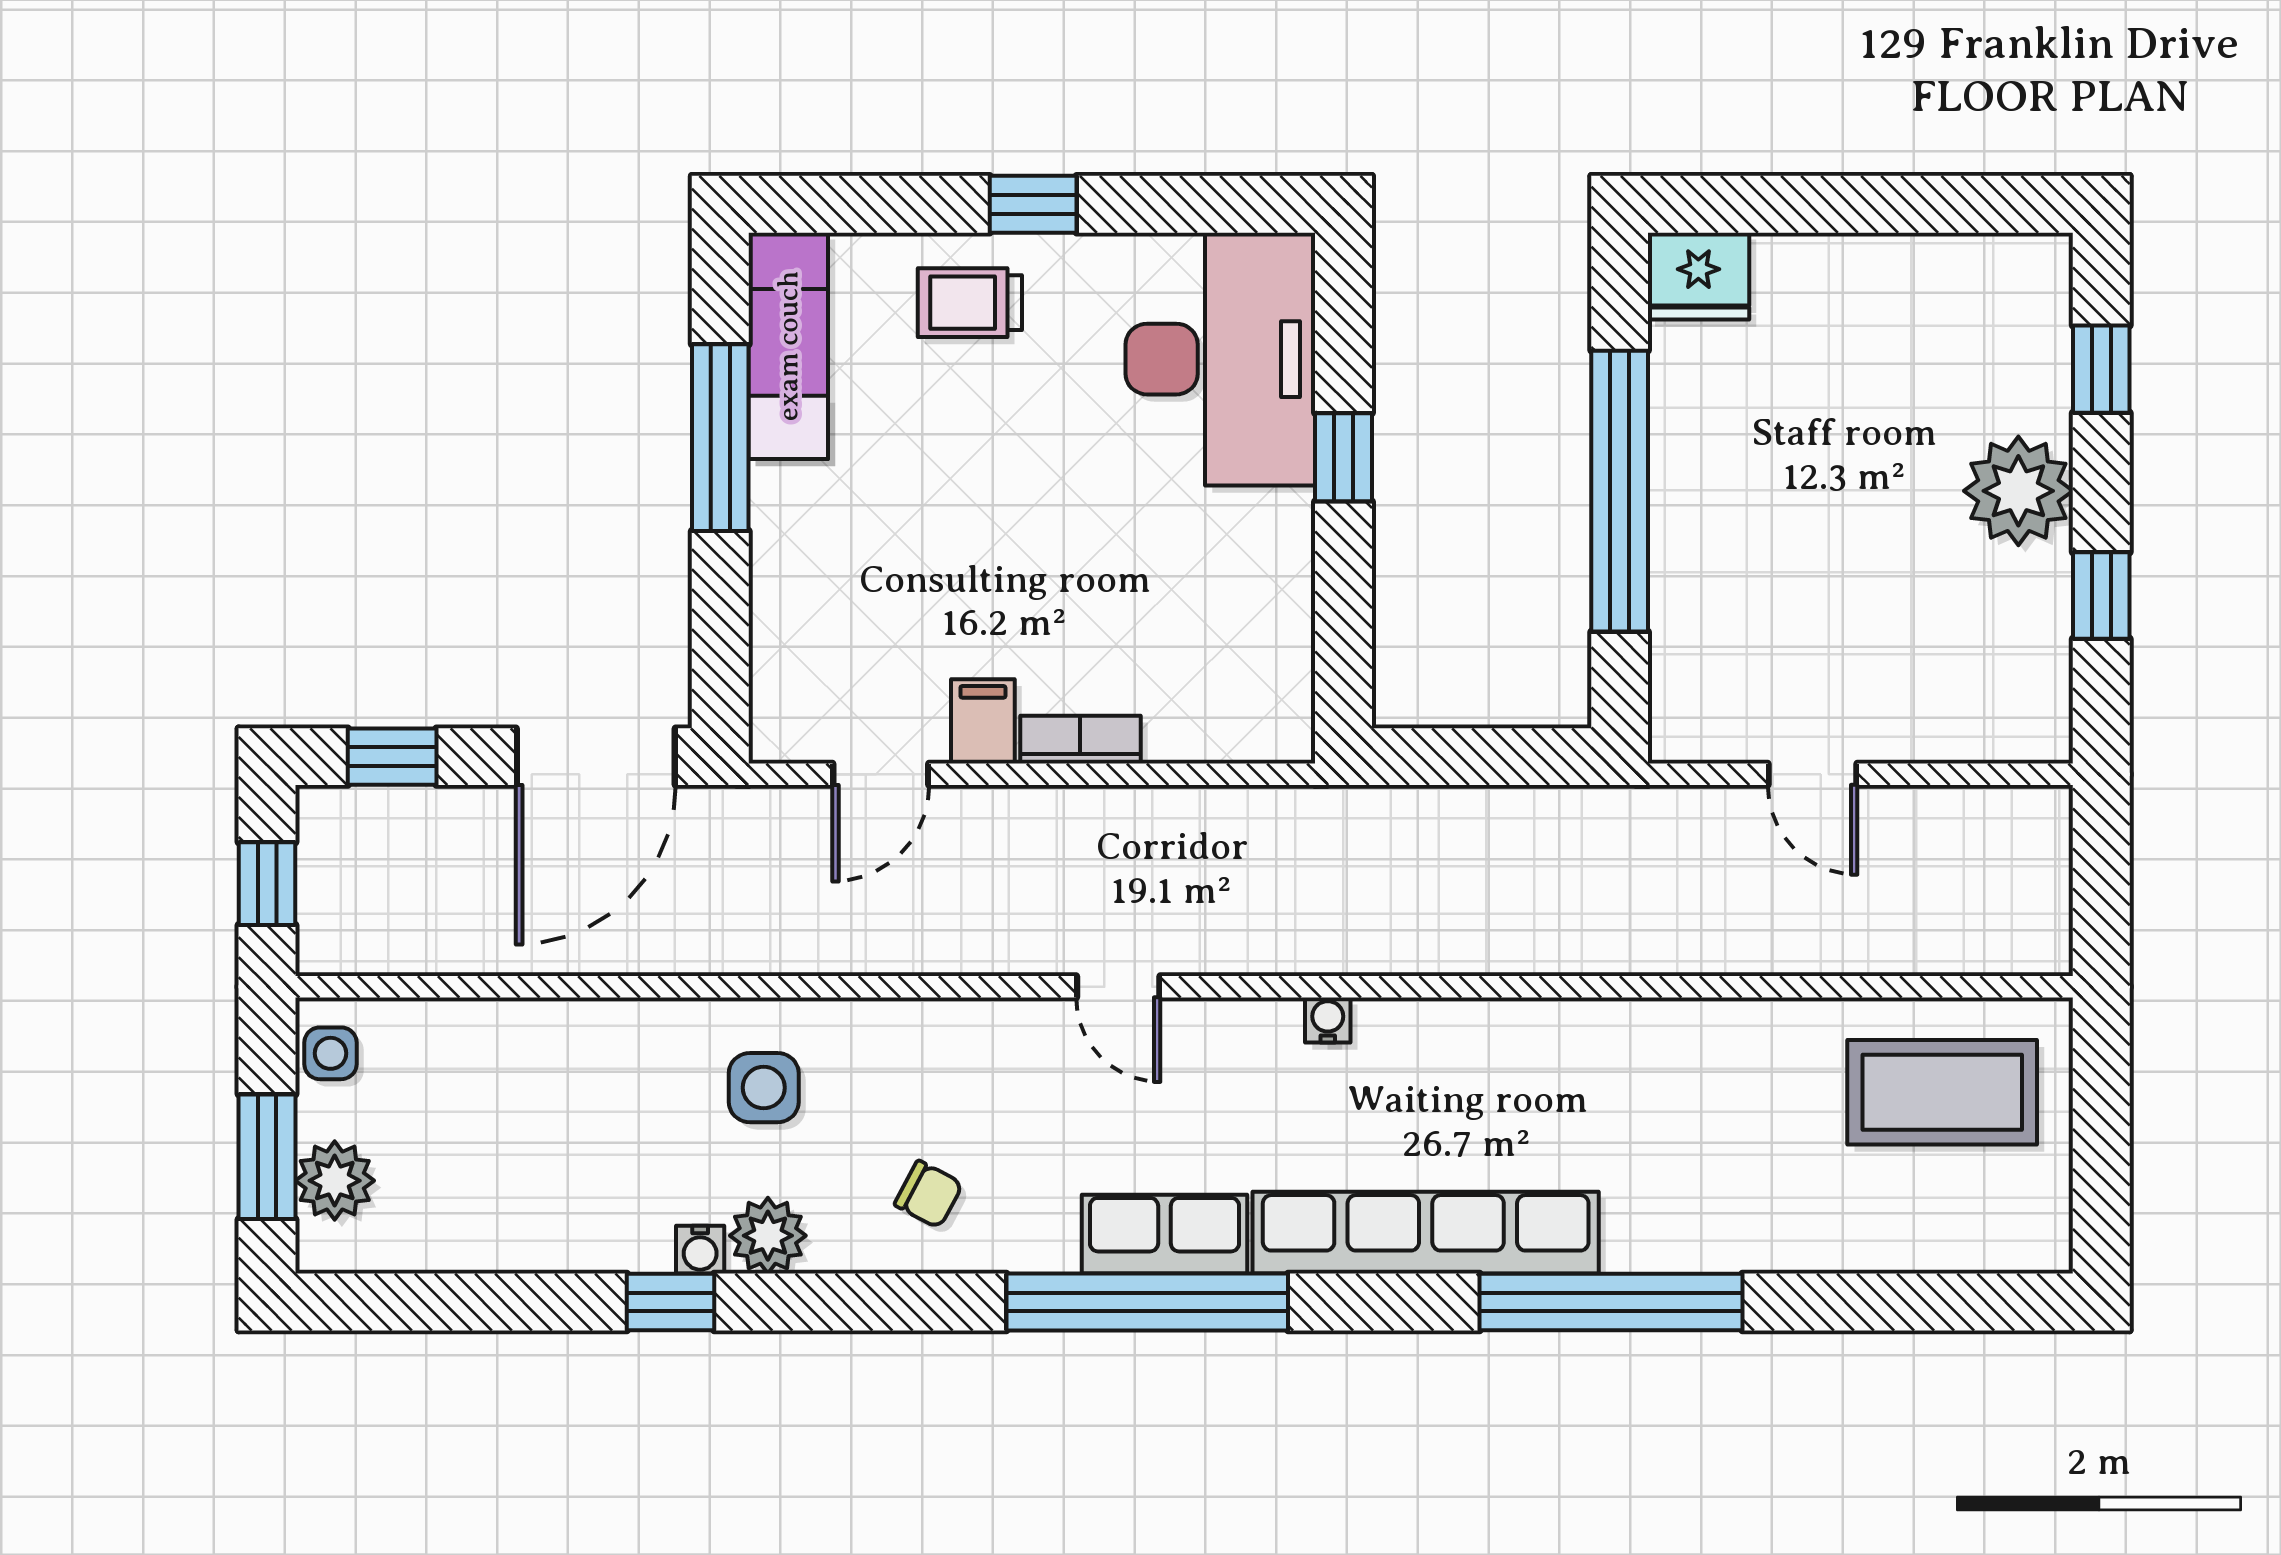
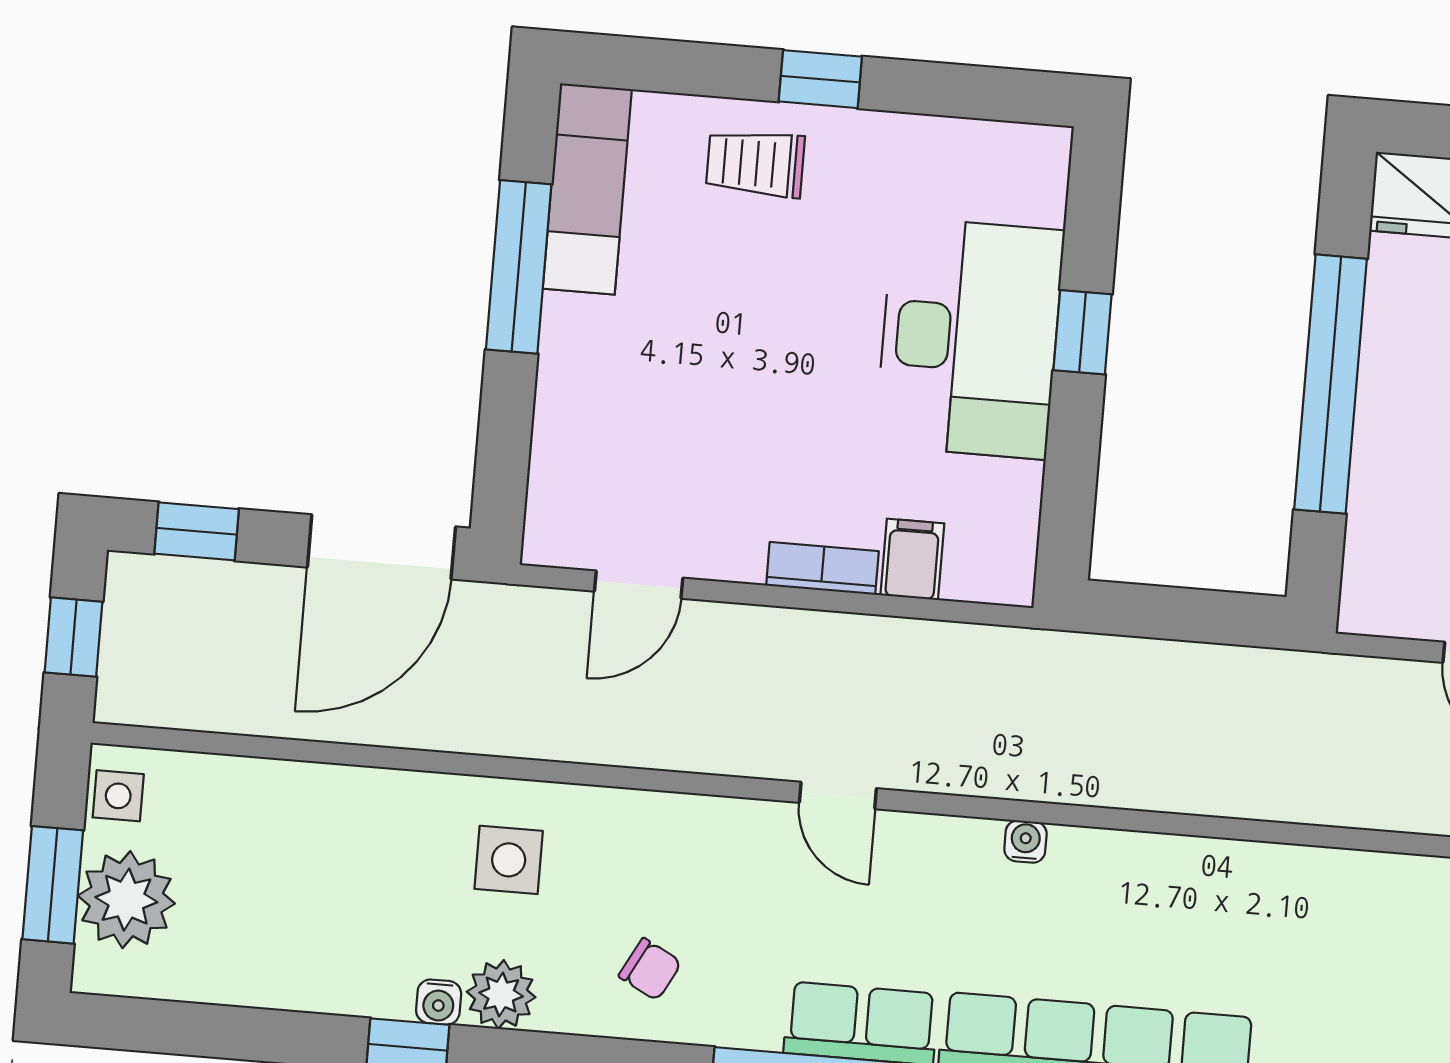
desk: (1220, 359) -> (970, 338), moved
filing cabinet: (983, 721) -> (912, 559), moved
plant: (335, 1181) -> (126, 900), width x1.36, depth x1.36

